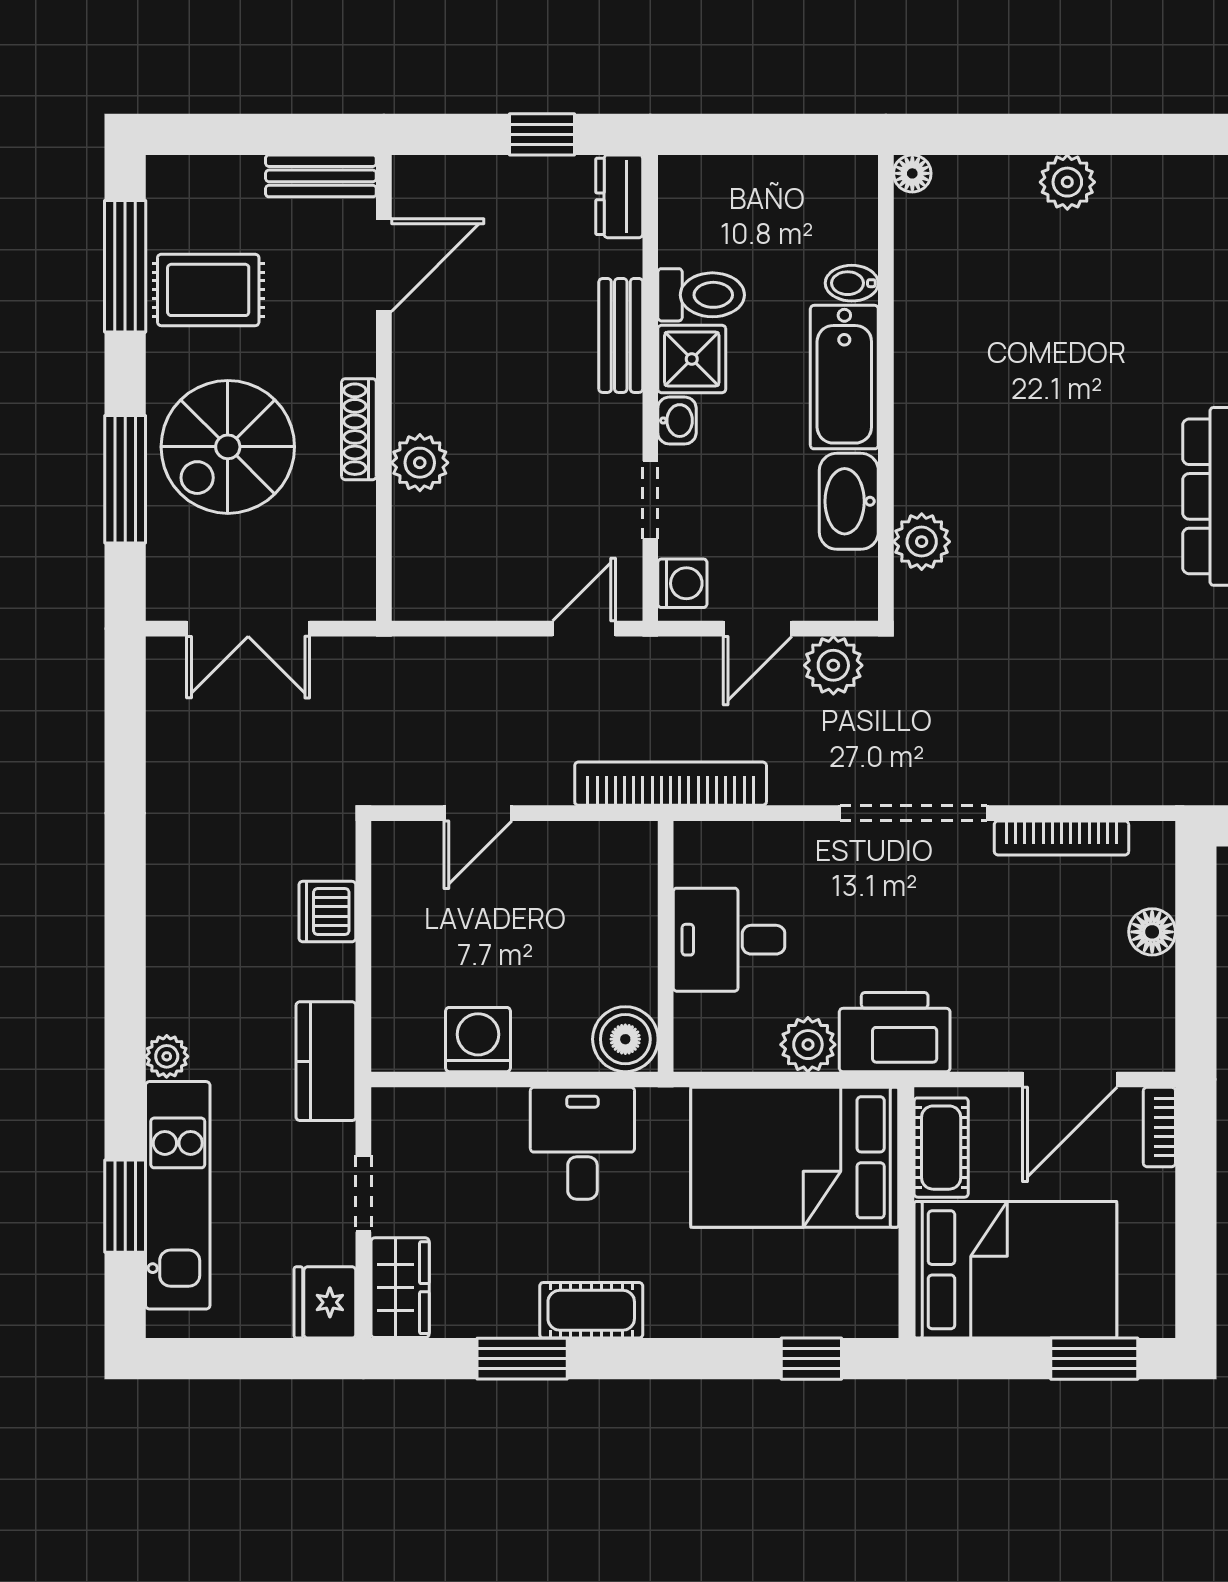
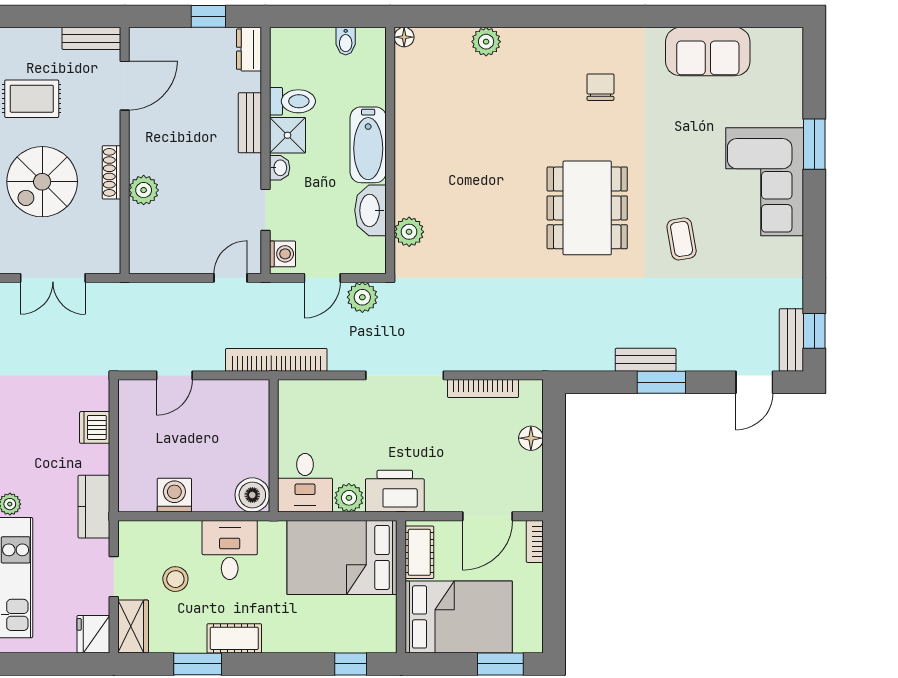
bidet: (852, 283) -> (346, 41), moved, turned -90
desk: (729, 940) -> (305, 483), moved, turned -90
stool: (480, 1198) -> (175, 579), added

